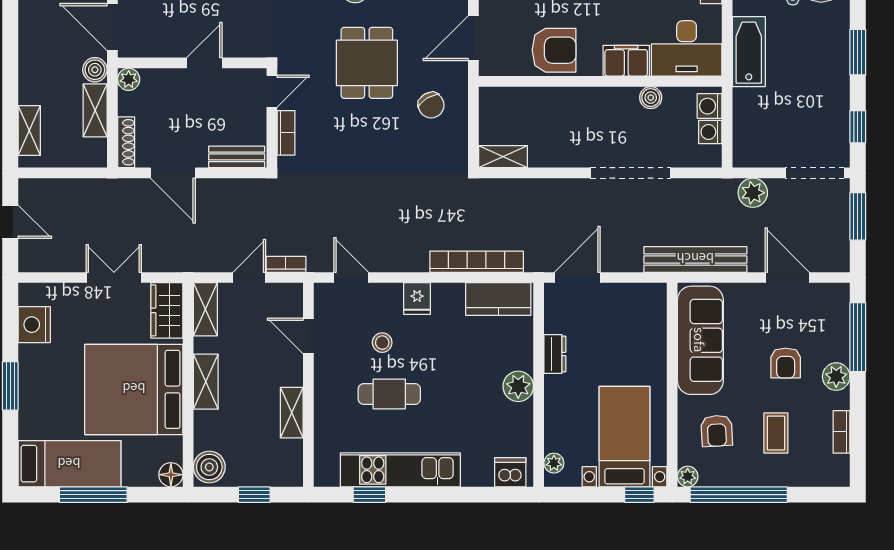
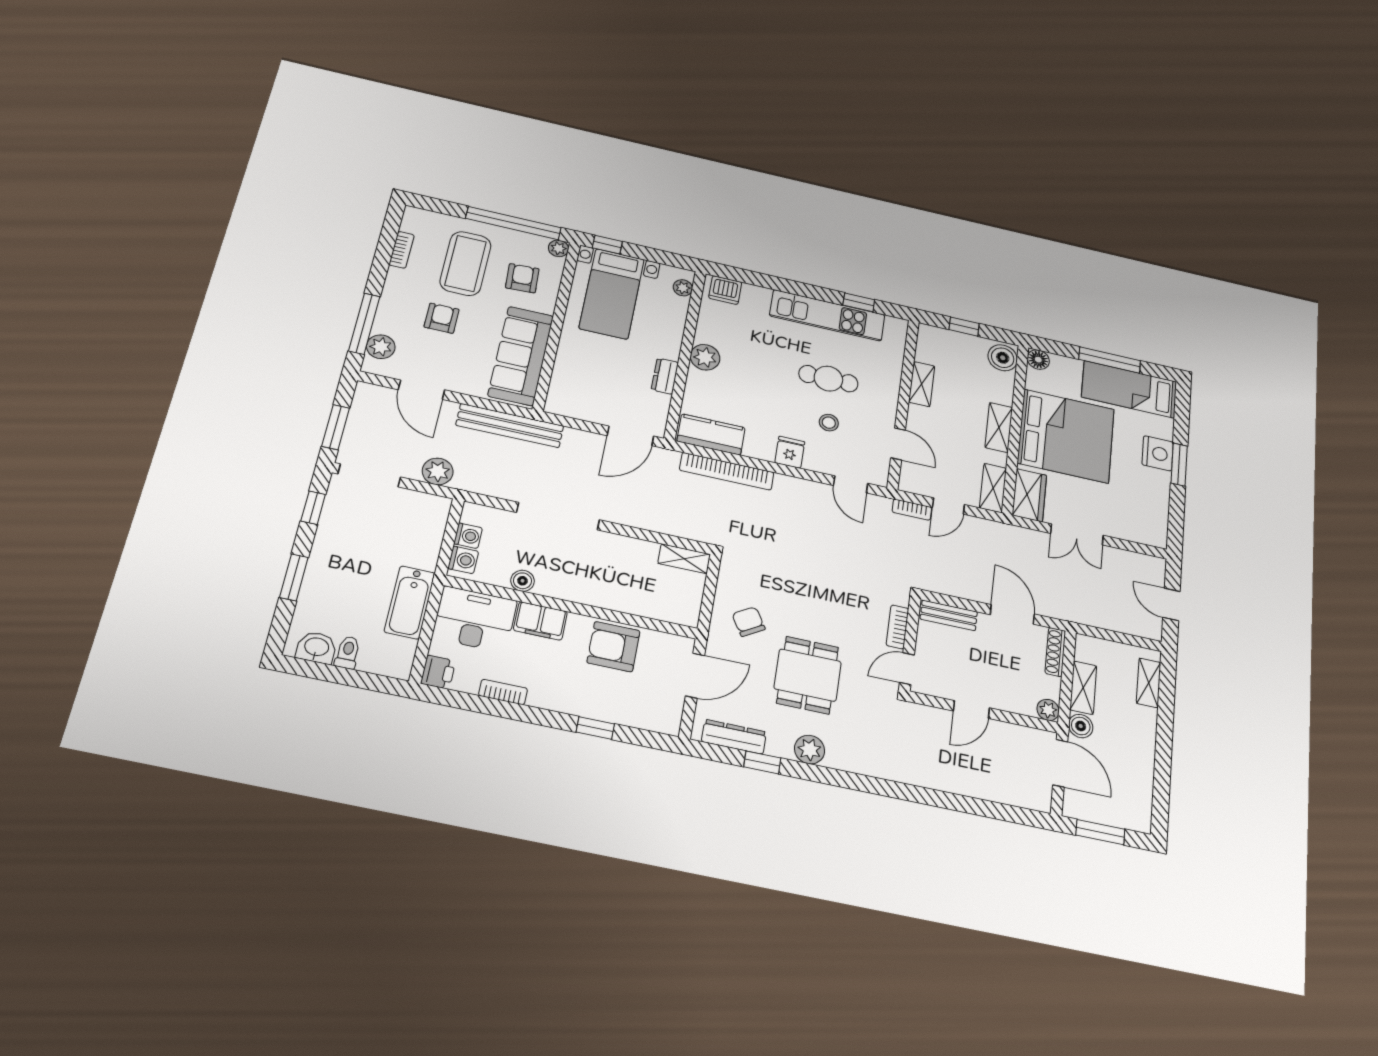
nightstand: (34, 325) -> (1158, 453), moved
plant: (836, 377) -> (381, 347), moved
coffee table: (776, 433) -> (466, 263), width x1.86, depth x1.72

